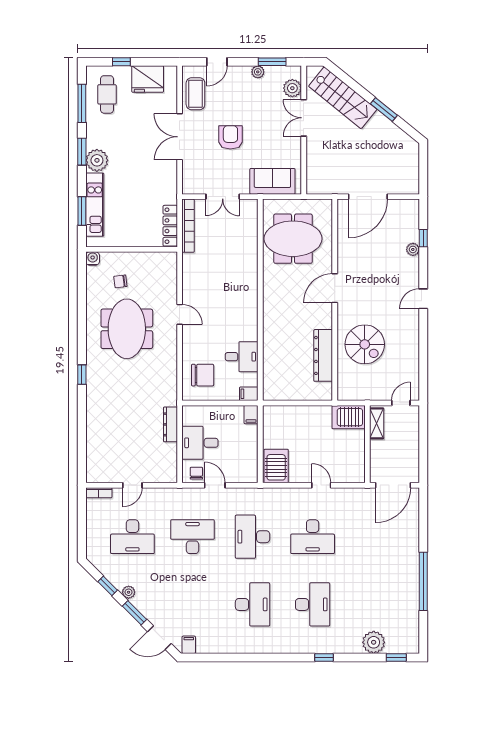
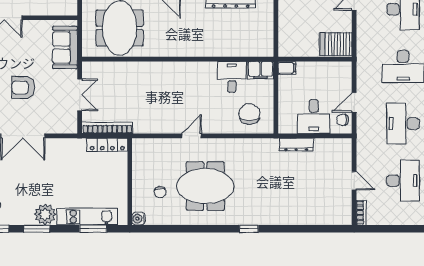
filing cabinet: (249, 394) -> (261, 70), width x2.00

